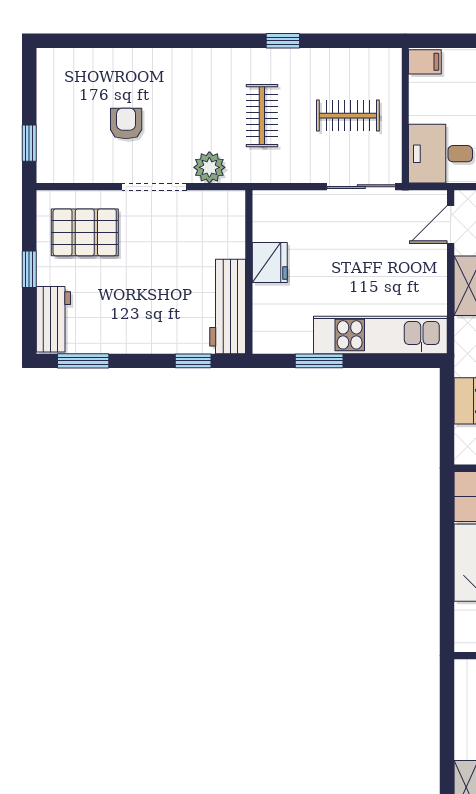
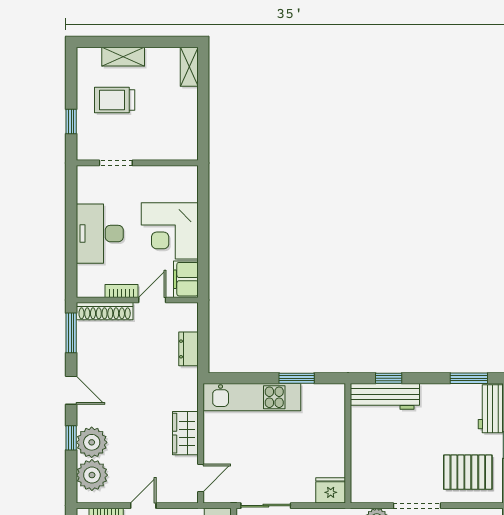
fridge: (270, 262) -> (331, 490), moved, turned 90
workbench: (228, 306) -> (385, 396), moved, turned 90

